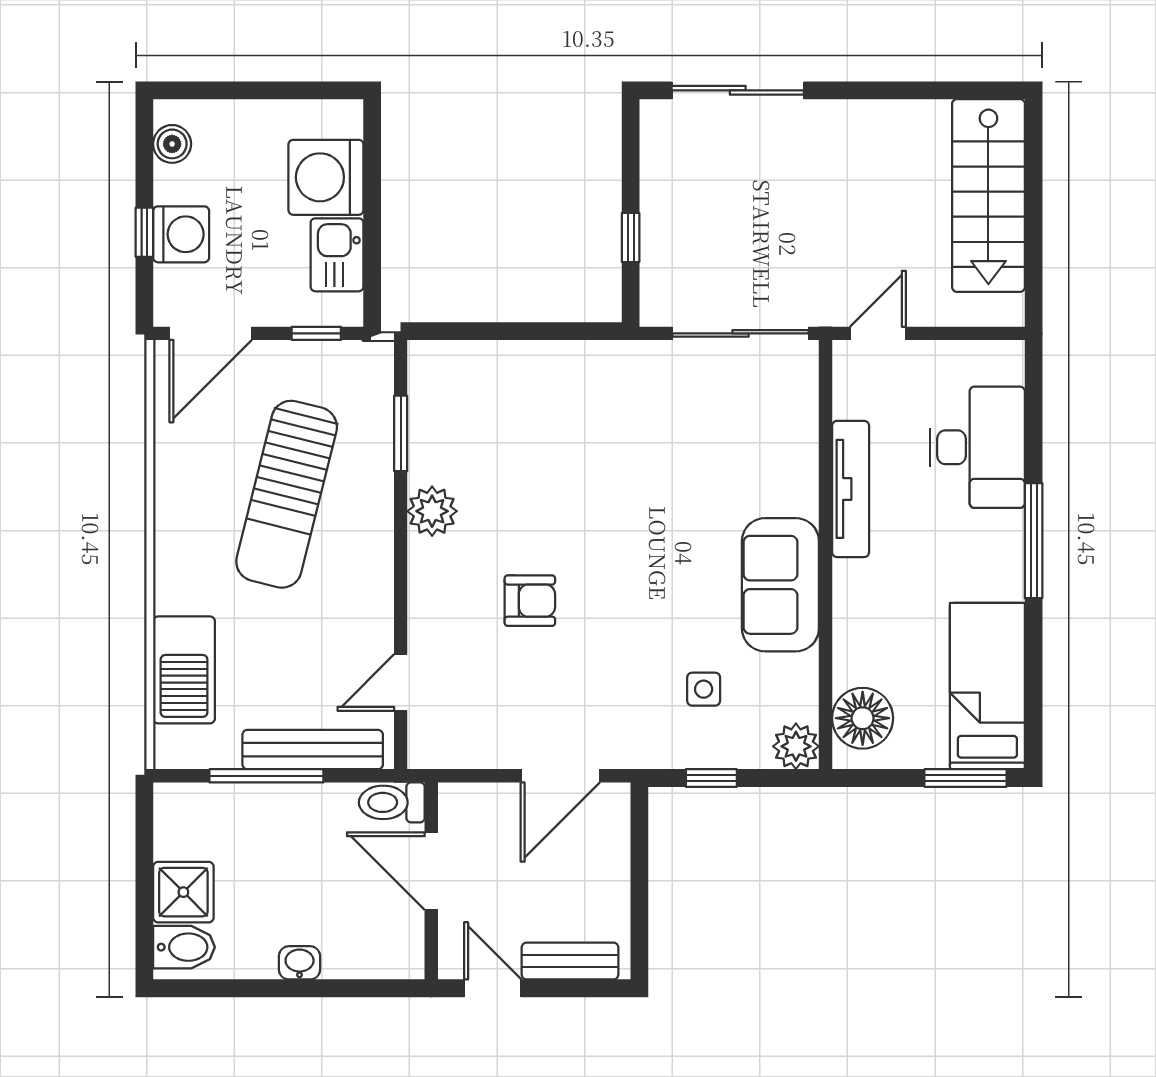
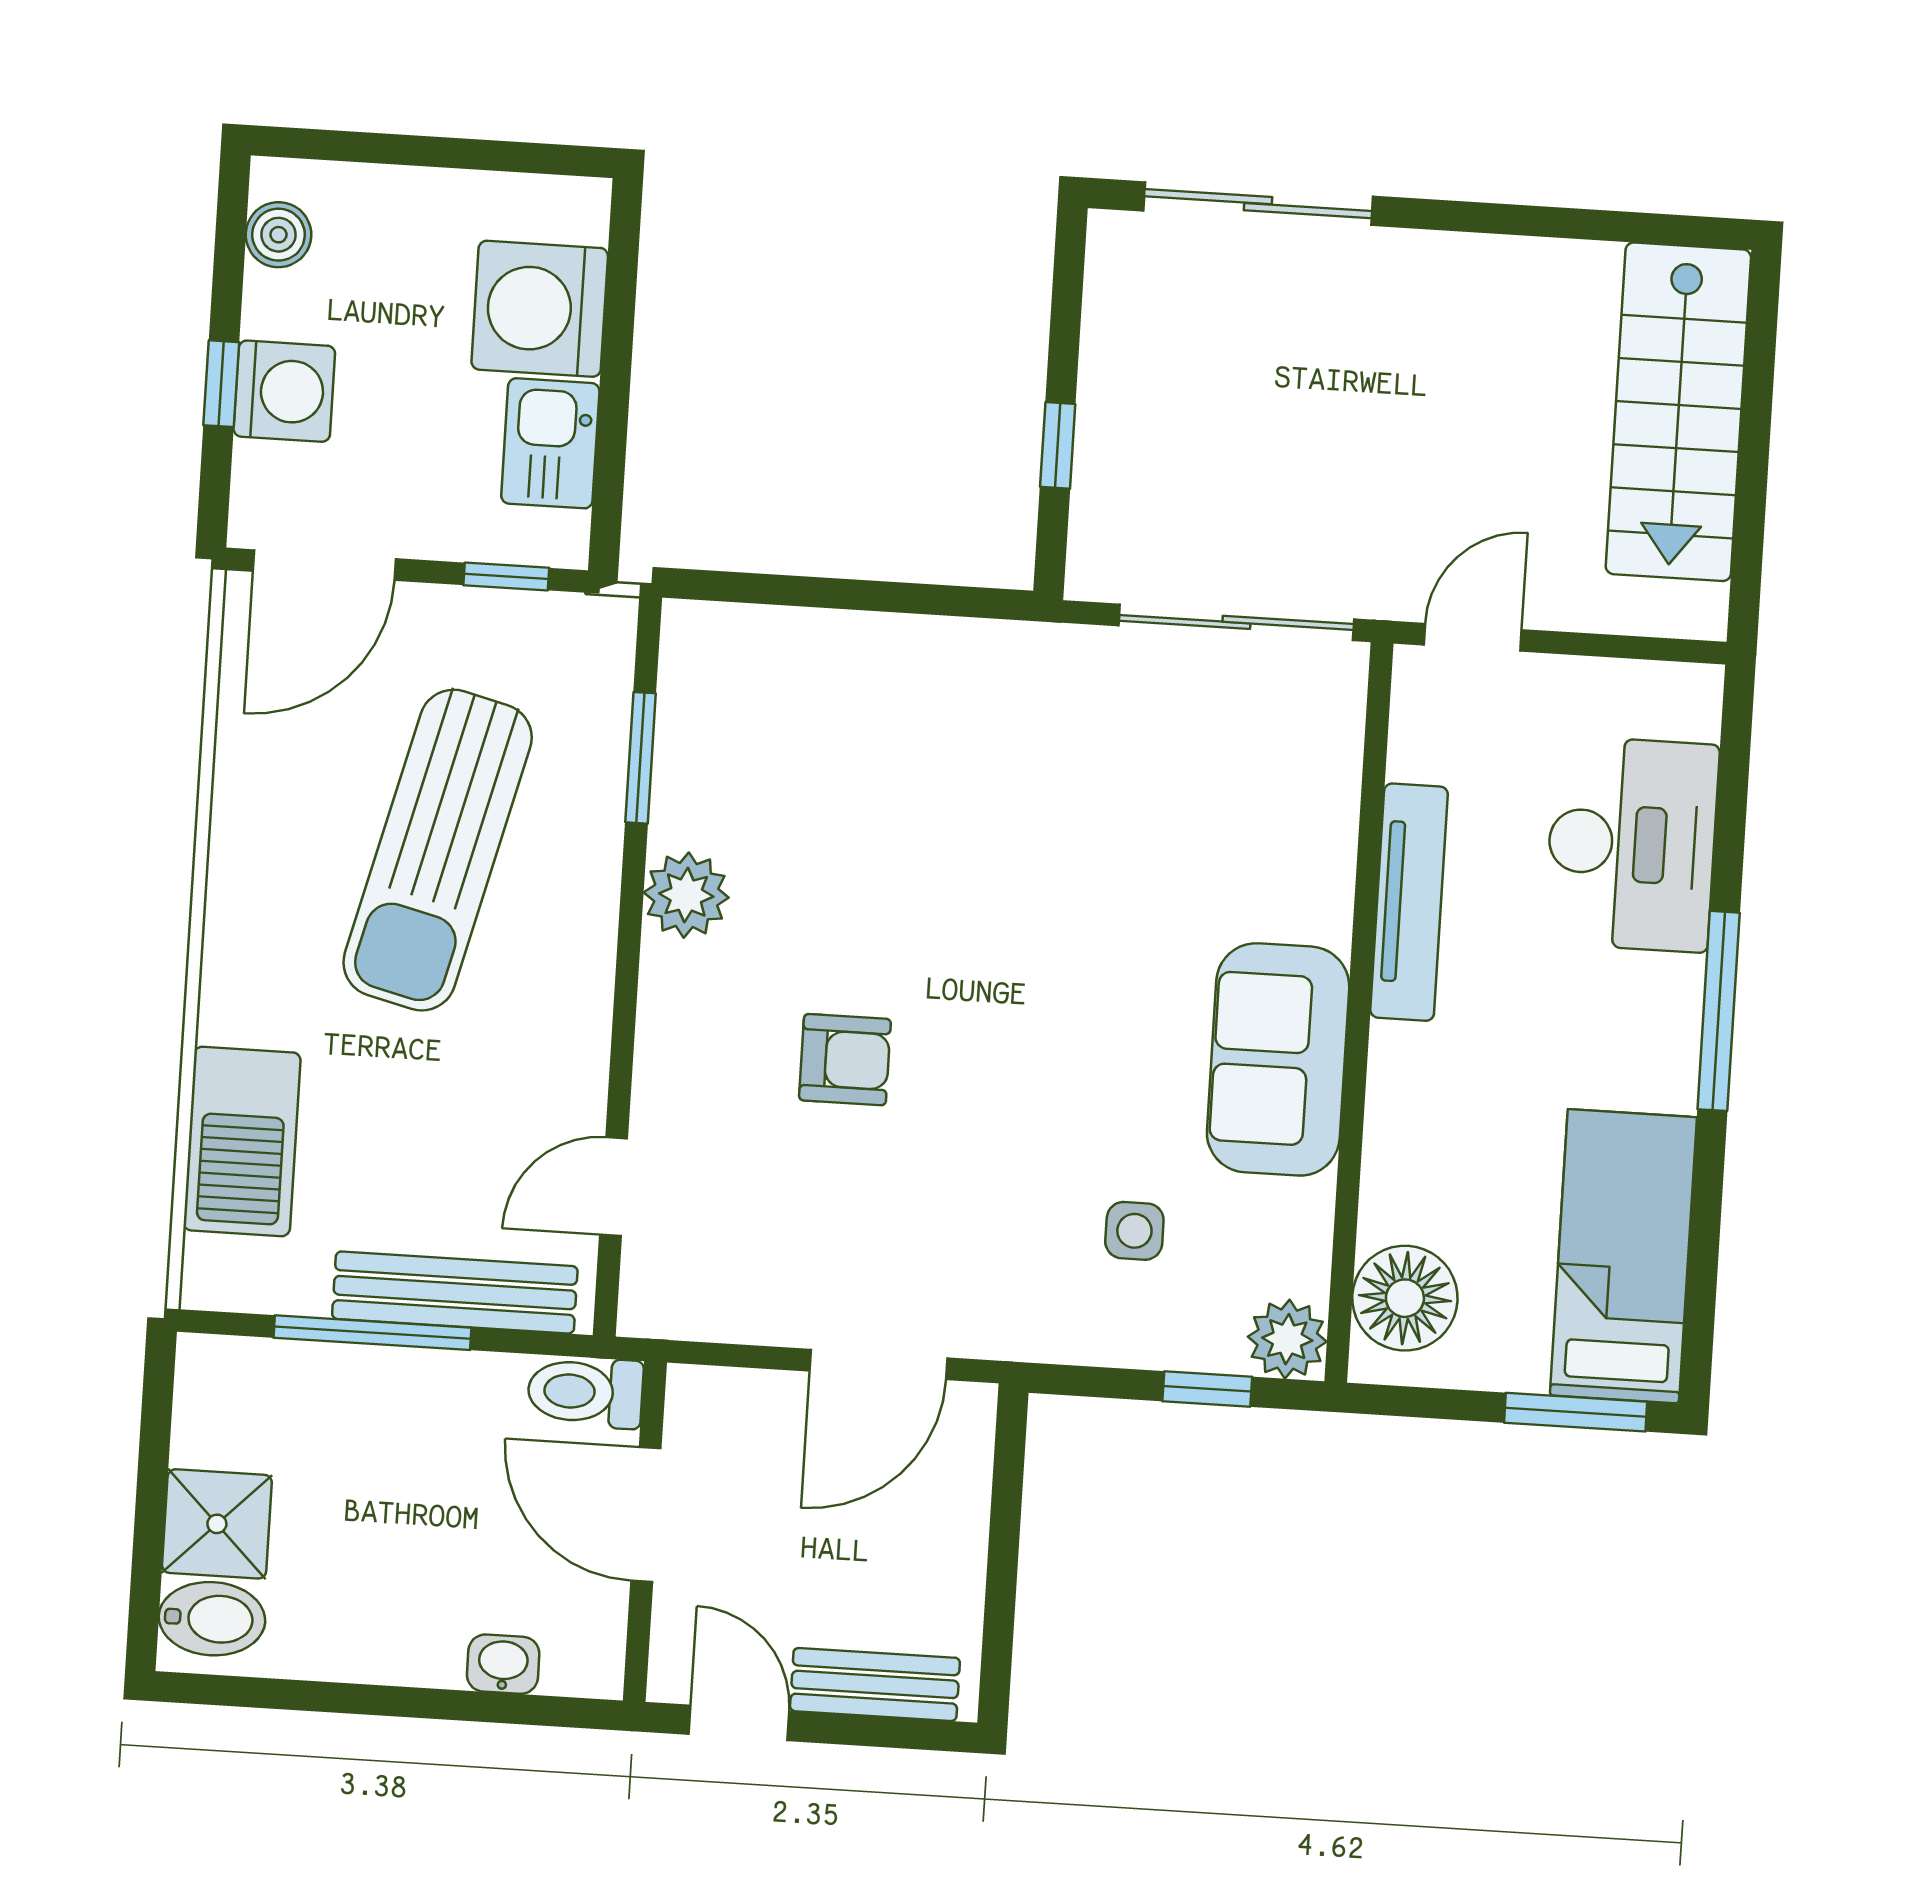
window: (711, 778) -> (1207, 1389), moved
washbasin: (300, 963) -> (503, 1664), moved

